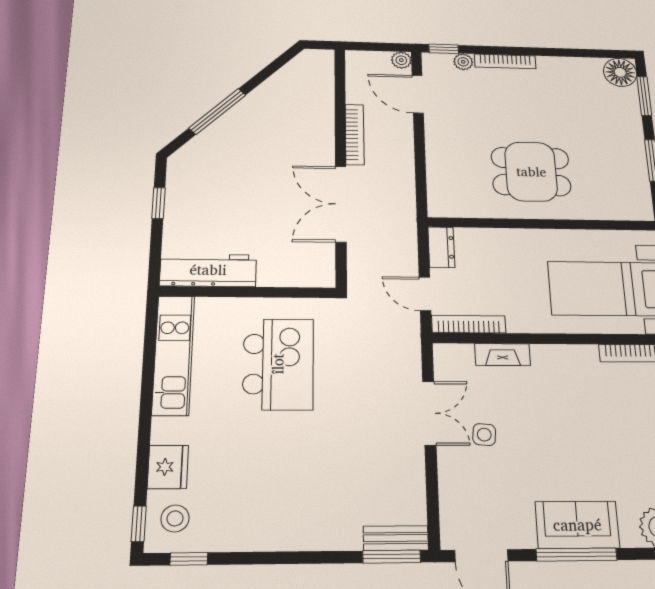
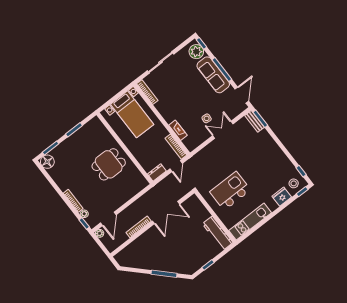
dining table: (531, 172) -> (109, 164), turned 90
double door: (429, 413) -> (223, 130), moved
sofa: (577, 525) -> (213, 75), width x1.36

